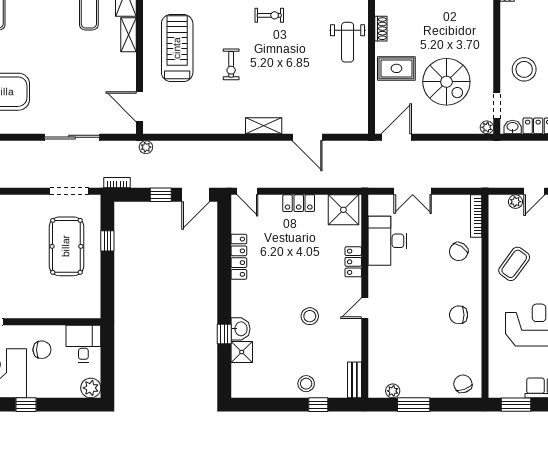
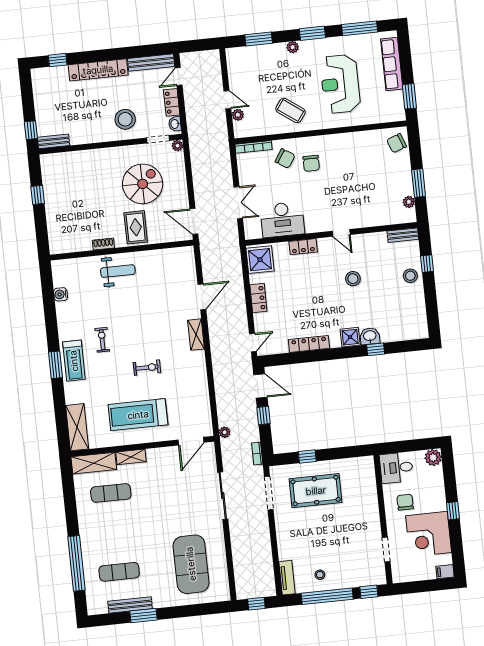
chair: (459, 315) -> (311, 163), moved
shower: (242, 352) -> (350, 337), moved

